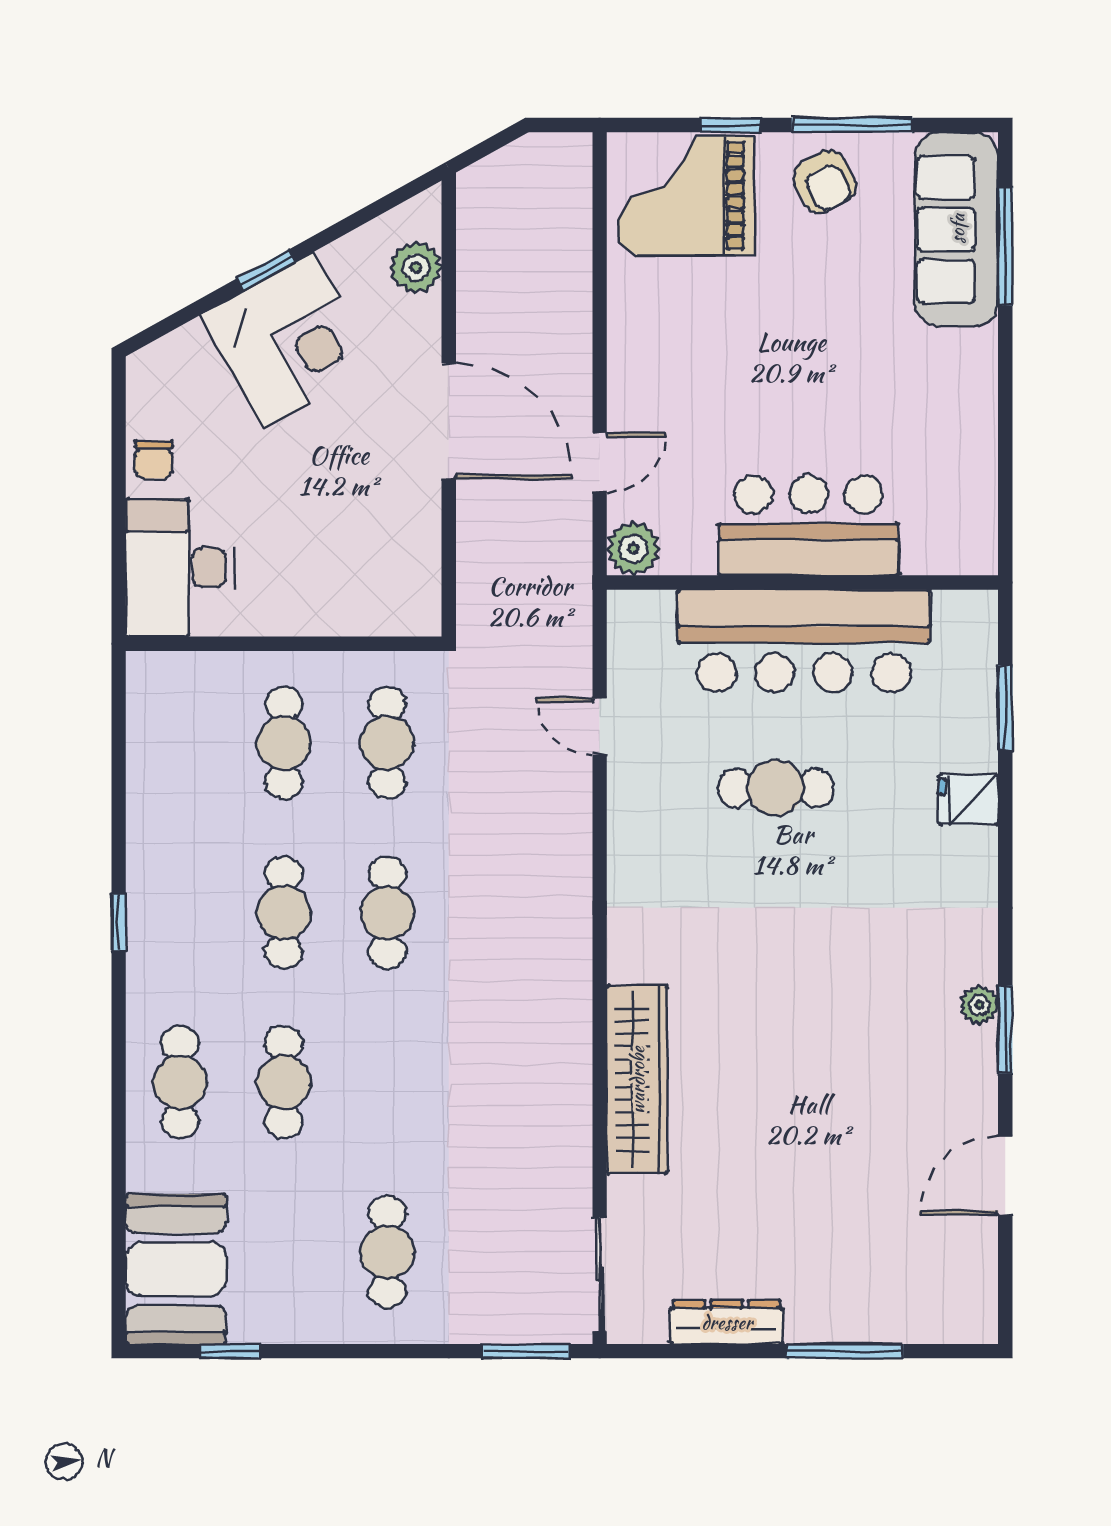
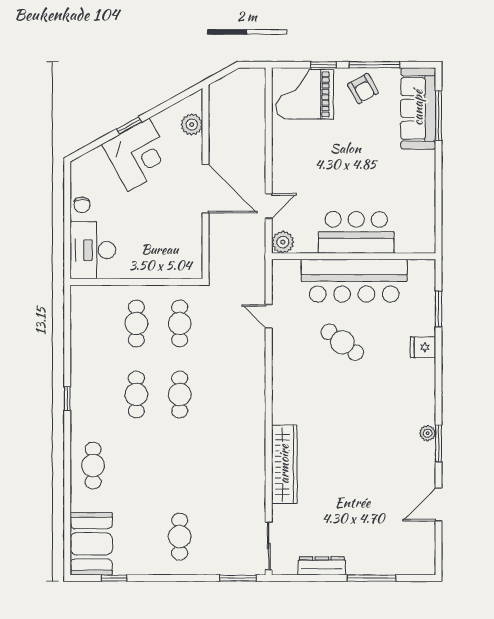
cafe table: (776, 788) -> (342, 342), turned 38
cafe table: (284, 1082) -> (136, 466), removed

